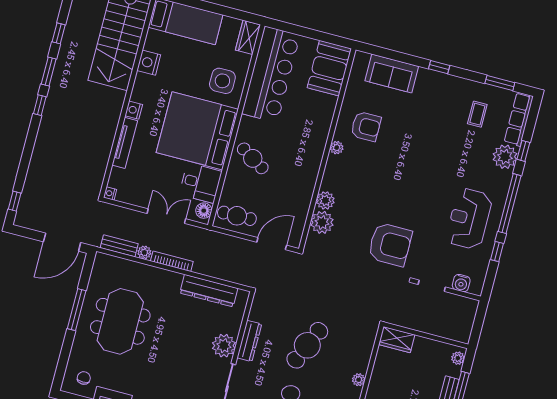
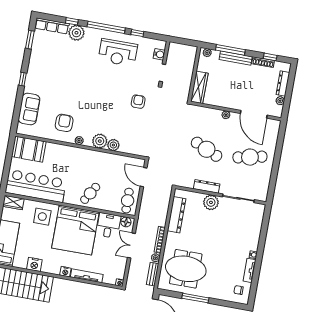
coffee table: (477, 114) -> (51, 52), removed
plant: (322, 222) -> (100, 141), moved
armchair: (390, 244) -> (138, 102), width x0.53, depth x0.53
meeting table: (120, 321) -> (186, 269), moved
wardrobe: (397, 340) -> (199, 87), width x1.50

